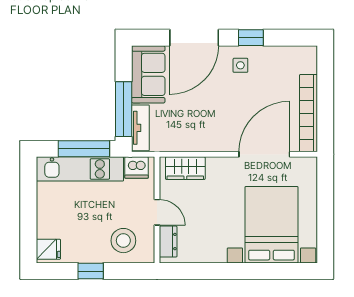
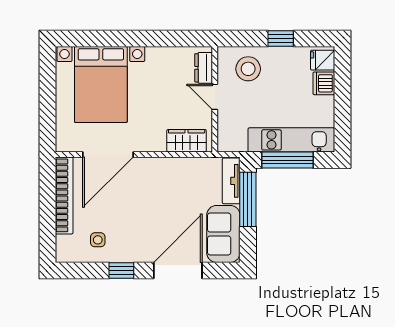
side table: (240, 65) -> (98, 240), moved
dishwasher: (137, 168) -> (324, 83), moved, turned -90

